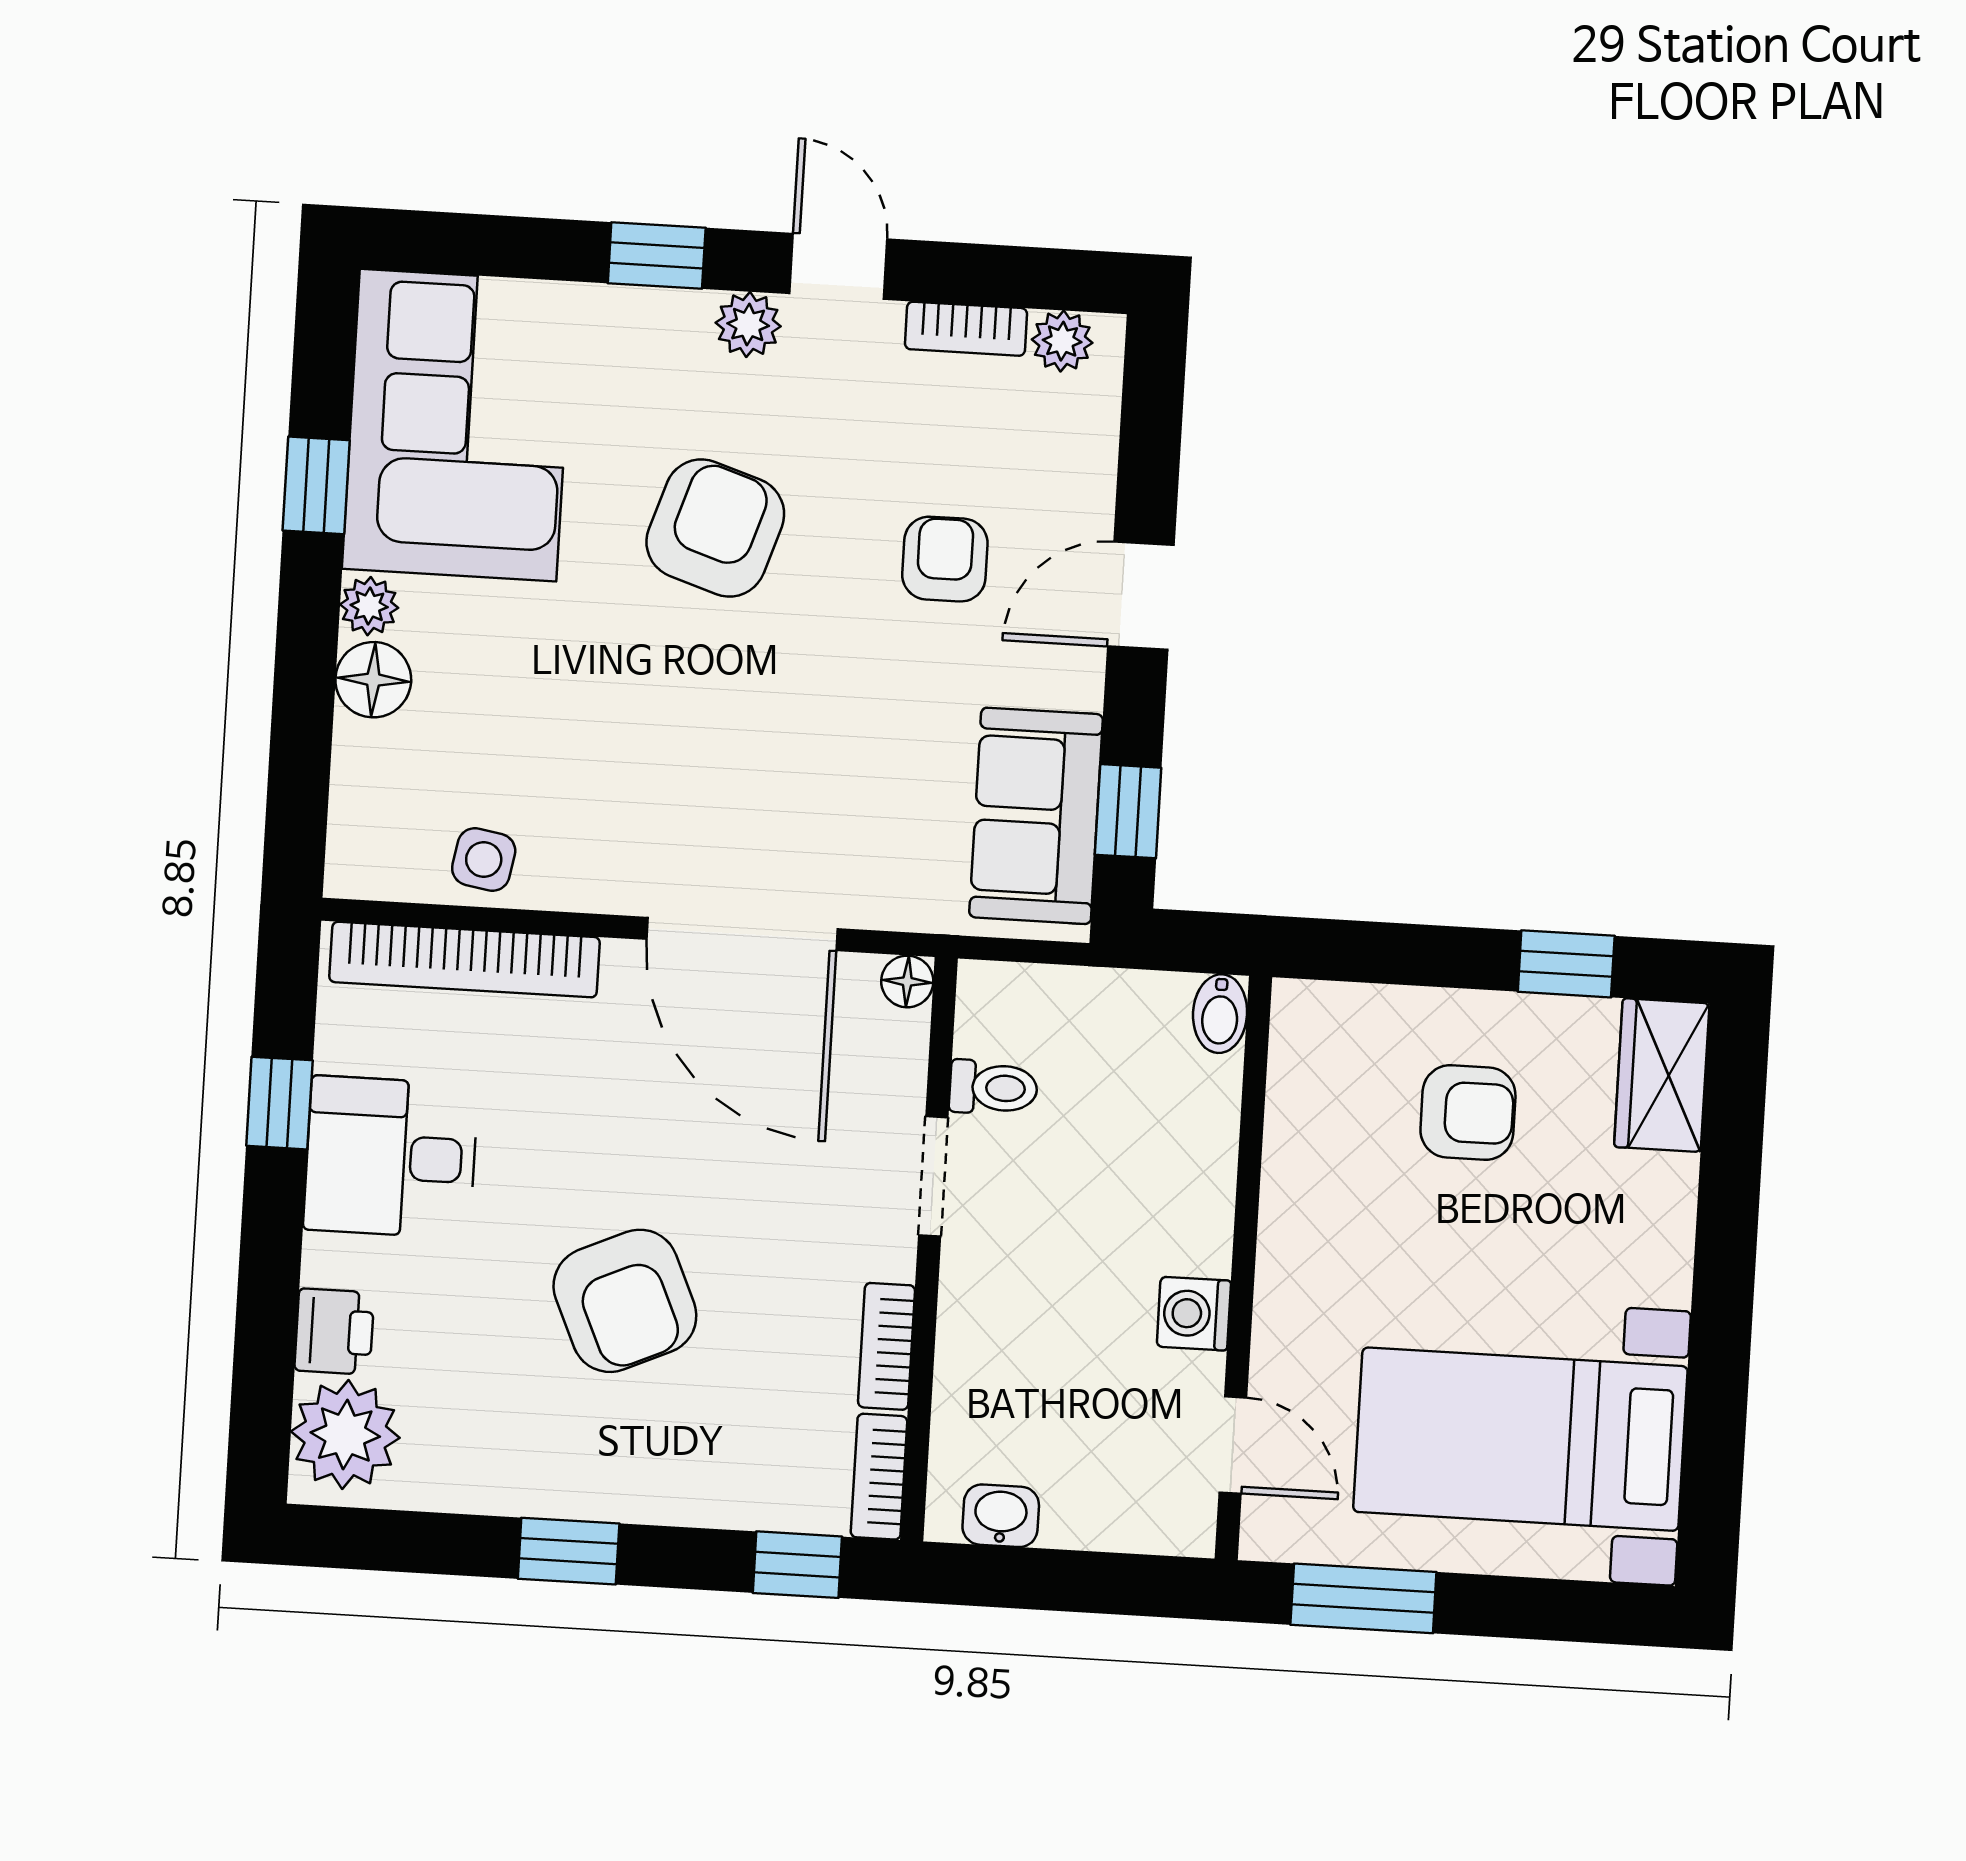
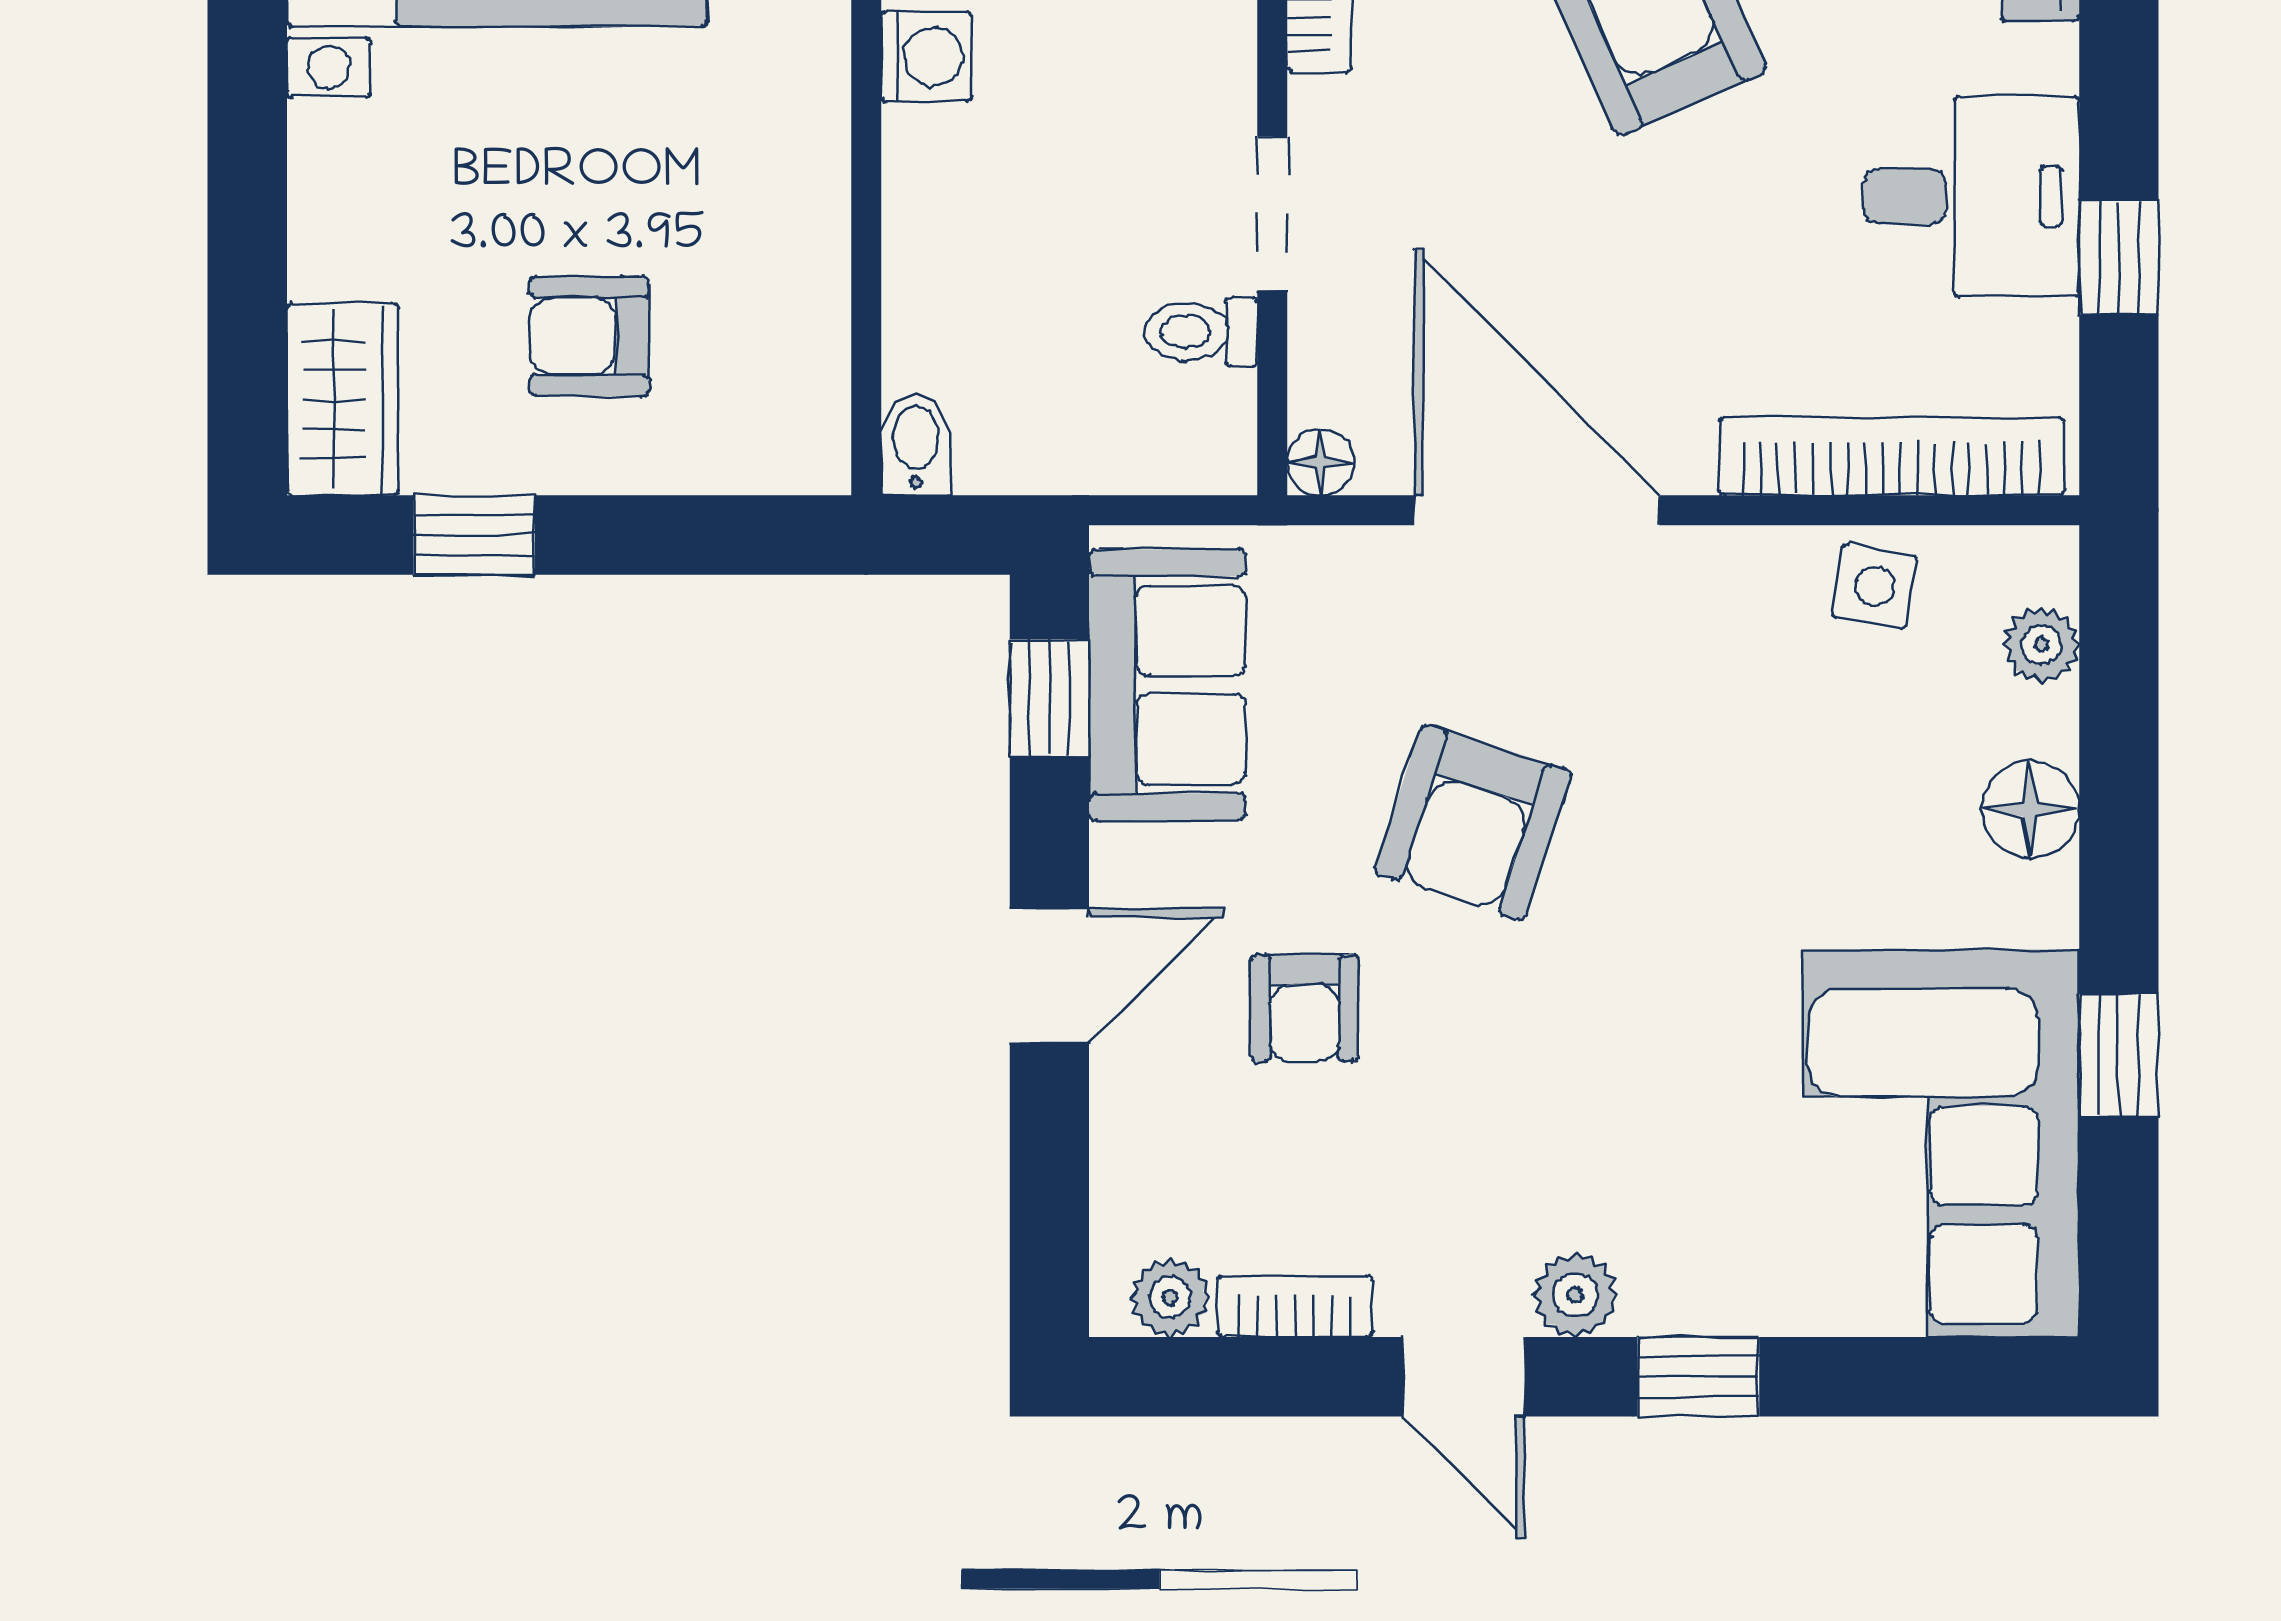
armchair: (715, 528) -> (1473, 822), moved
plant: (369, 606) -> (2042, 645), moved

